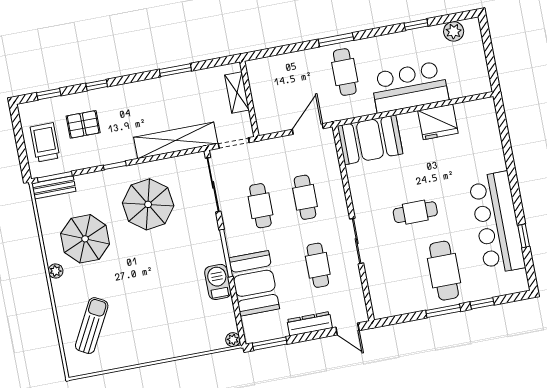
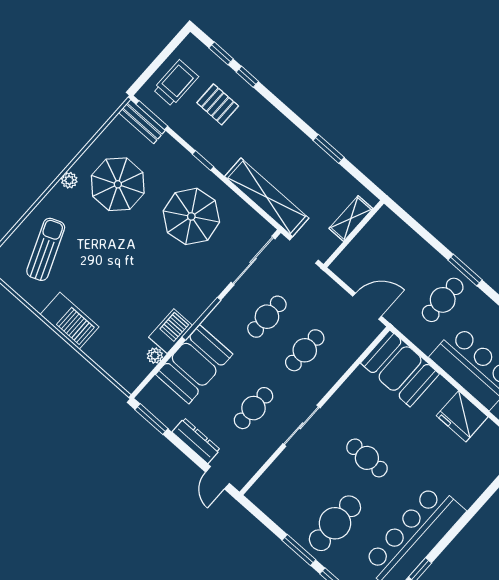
window: (97, 85) -> (247, 77), moved
sun lounger: (92, 326) -> (46, 249), turned -50
plant: (233, 340) -> (155, 356), moved
barbecue: (155, 348) -> (69, 321), added

